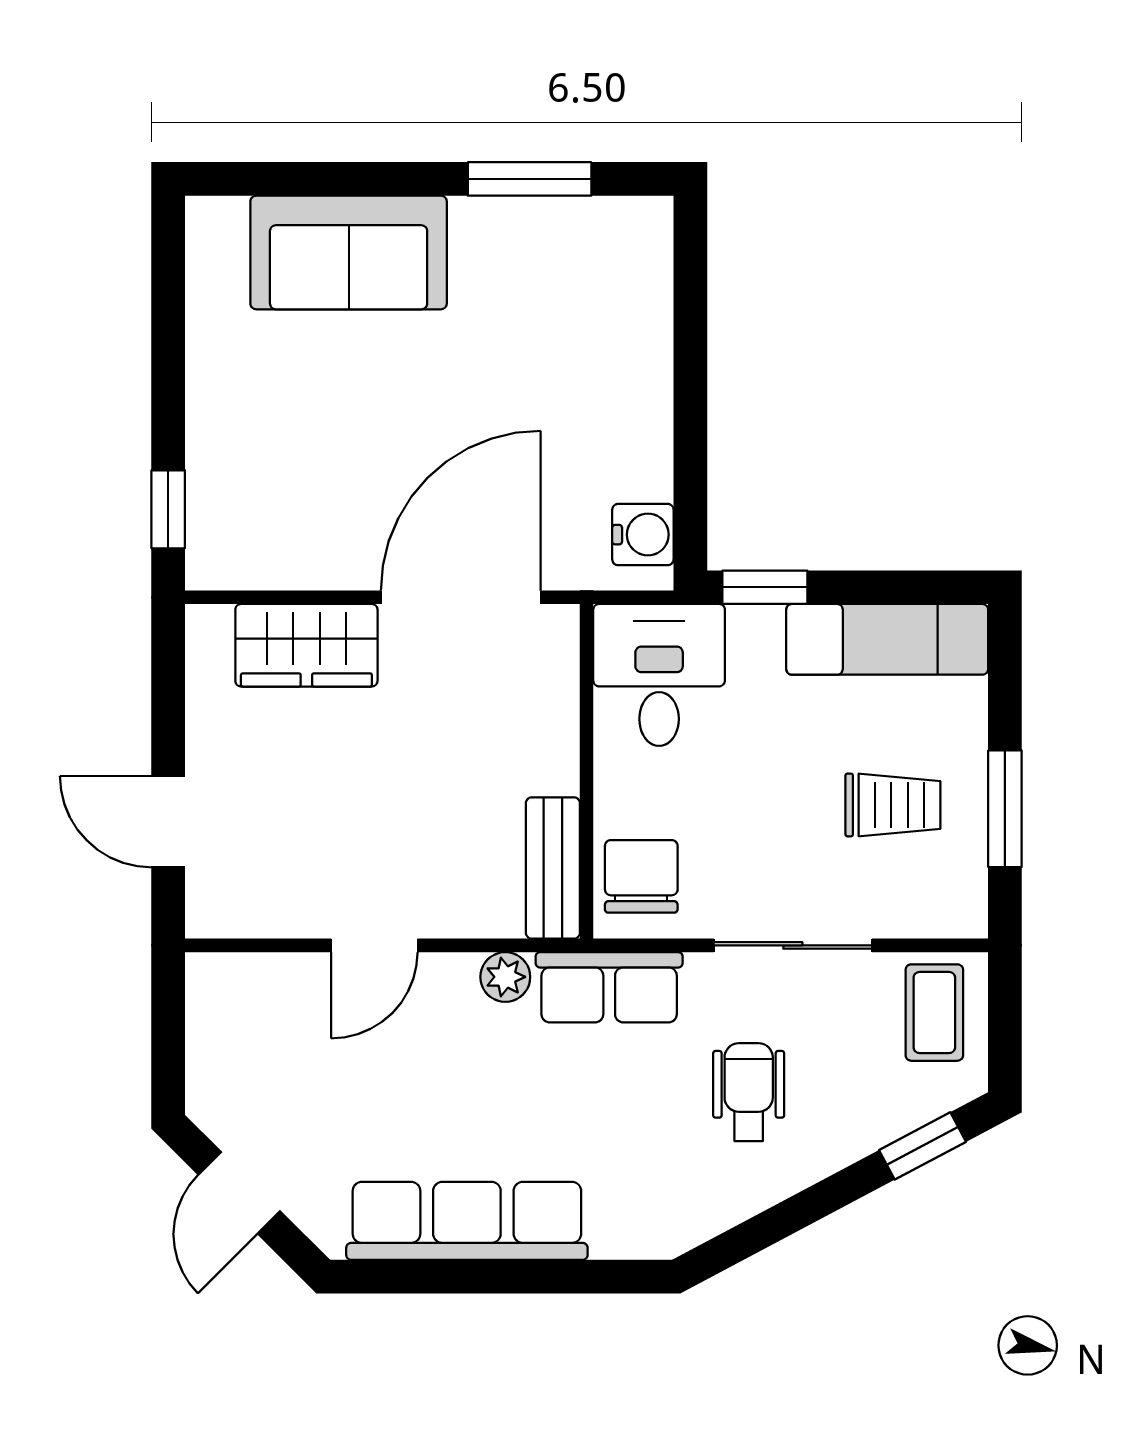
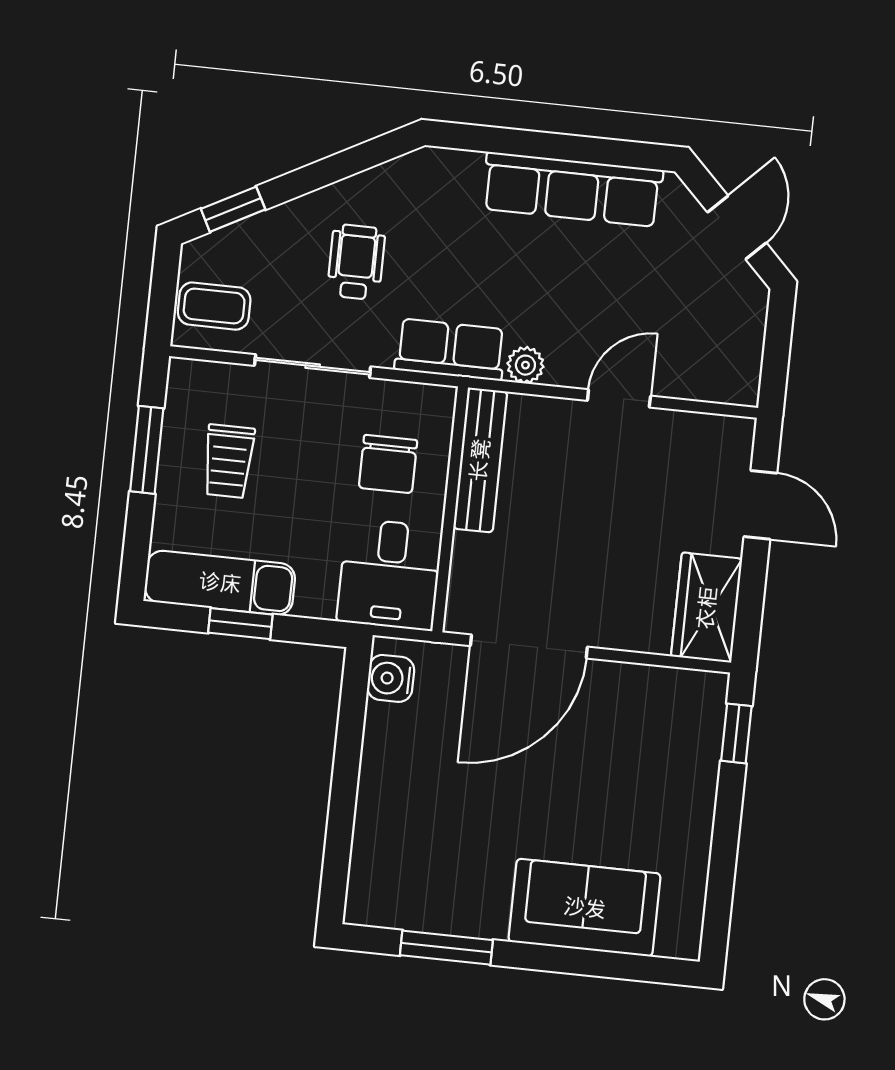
window: (765, 587) -> (240, 624), moved
wardrobe: (306, 645) -> (707, 608), moved, turned -90
trolley: (893, 805) -> (229, 461), turned -90
bench: (553, 868) -> (480, 460), width x1.36
chair: (641, 876) -> (388, 464), moved
coffee table: (934, 1013) -> (214, 306), turned 90
wheelchair: (749, 1092) -> (356, 262), turned 180

